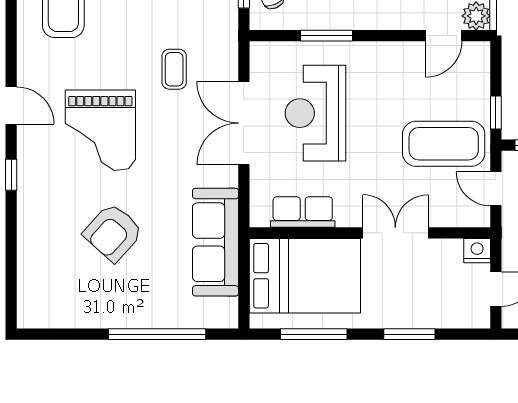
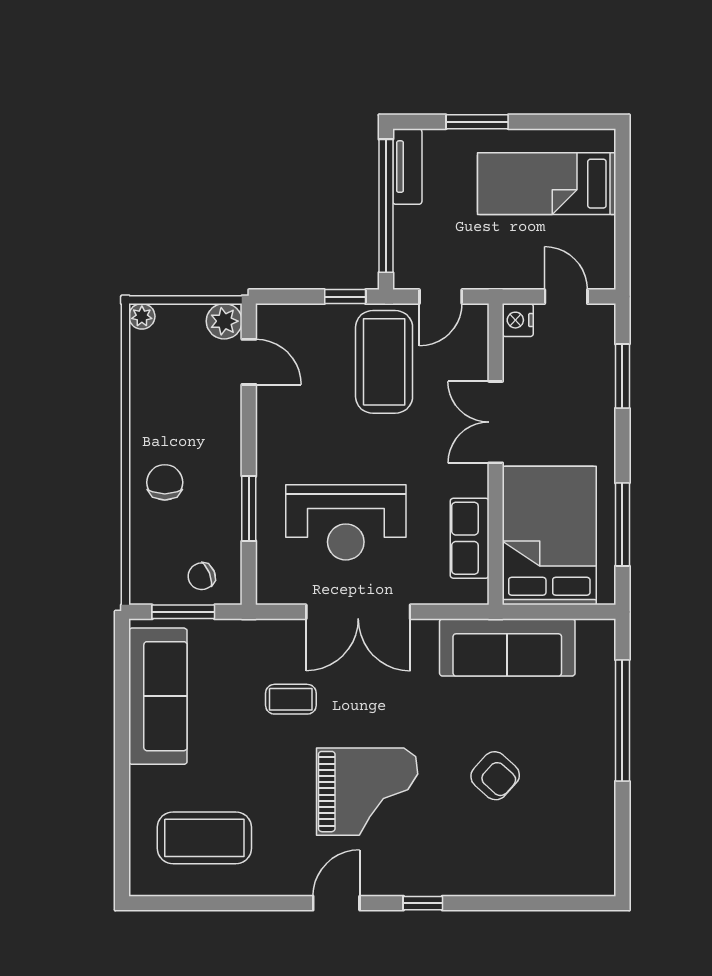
armchair: (113, 232) -> (495, 776), width x0.72, depth x0.72
window: (409, 334) -> (622, 376), moved

